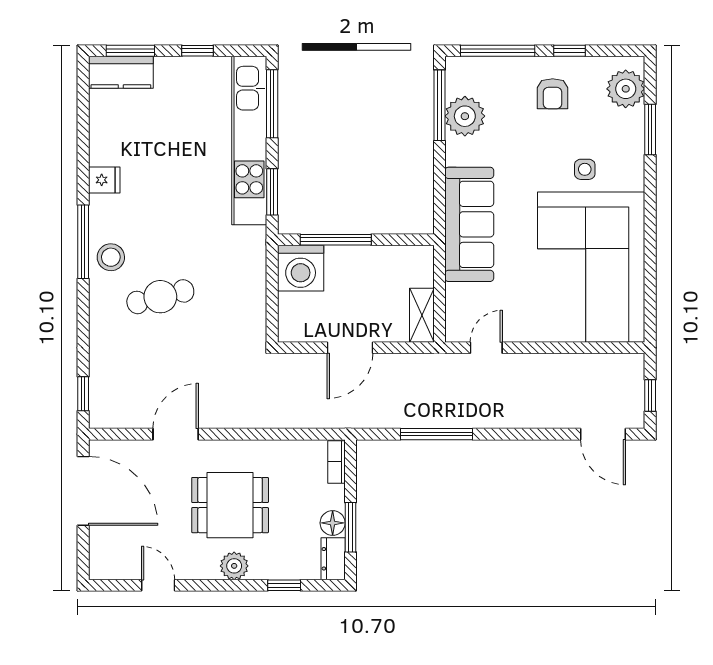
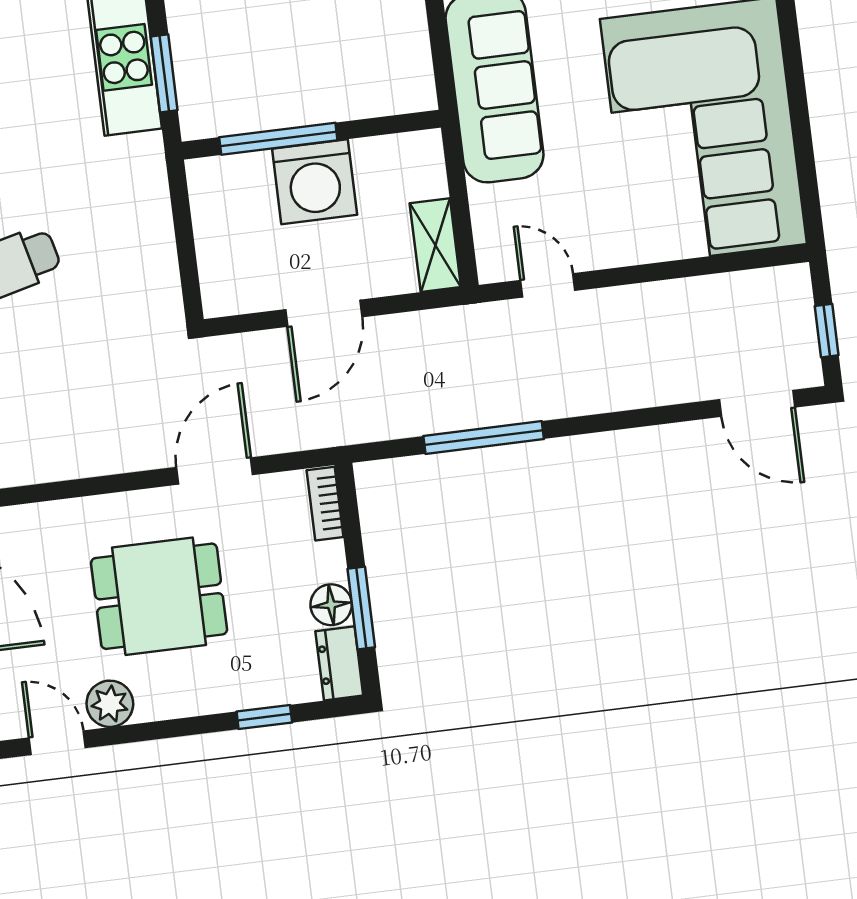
washing machine: (301, 268) -> (315, 182), moved
door: (486, 348) -> (548, 285), hinge flipped
door: (176, 434) -> (215, 471), moved
plant: (234, 566) -> (110, 704), moved

